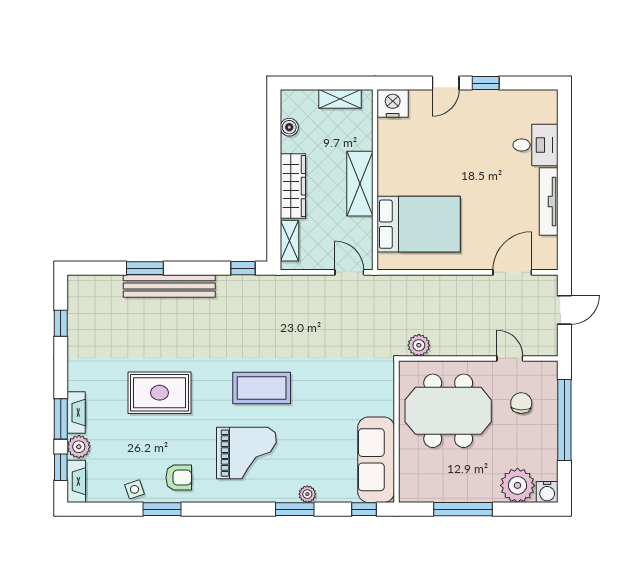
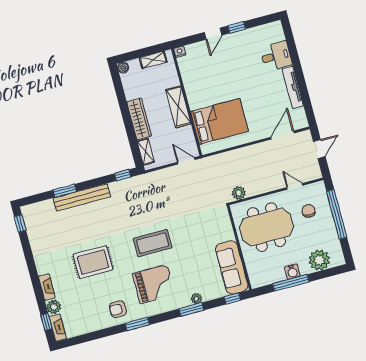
nightstand: (393, 103) -> (180, 52), width x0.53, depth x0.56
boiler: (289, 127) -> (123, 68), moved
window: (61, 323) -> (20, 223), moved
window: (61, 419) -> (39, 293), removed
armchair: (179, 478) -> (118, 309), turned 180
side table: (135, 489) -> (94, 323), removed
water cooler: (547, 492) -> (292, 272), moved
window: (162, 509) -> (137, 324), moved

